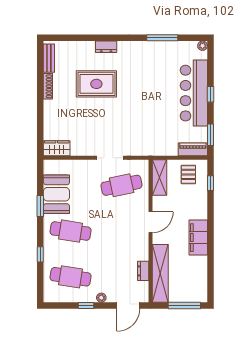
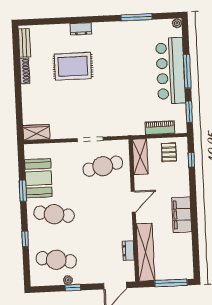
window: (210, 94) -> (187, 71), width x2.17
piano: (193, 149) -> (160, 128), moved
plant: (101, 298) -> (68, 280), moved

